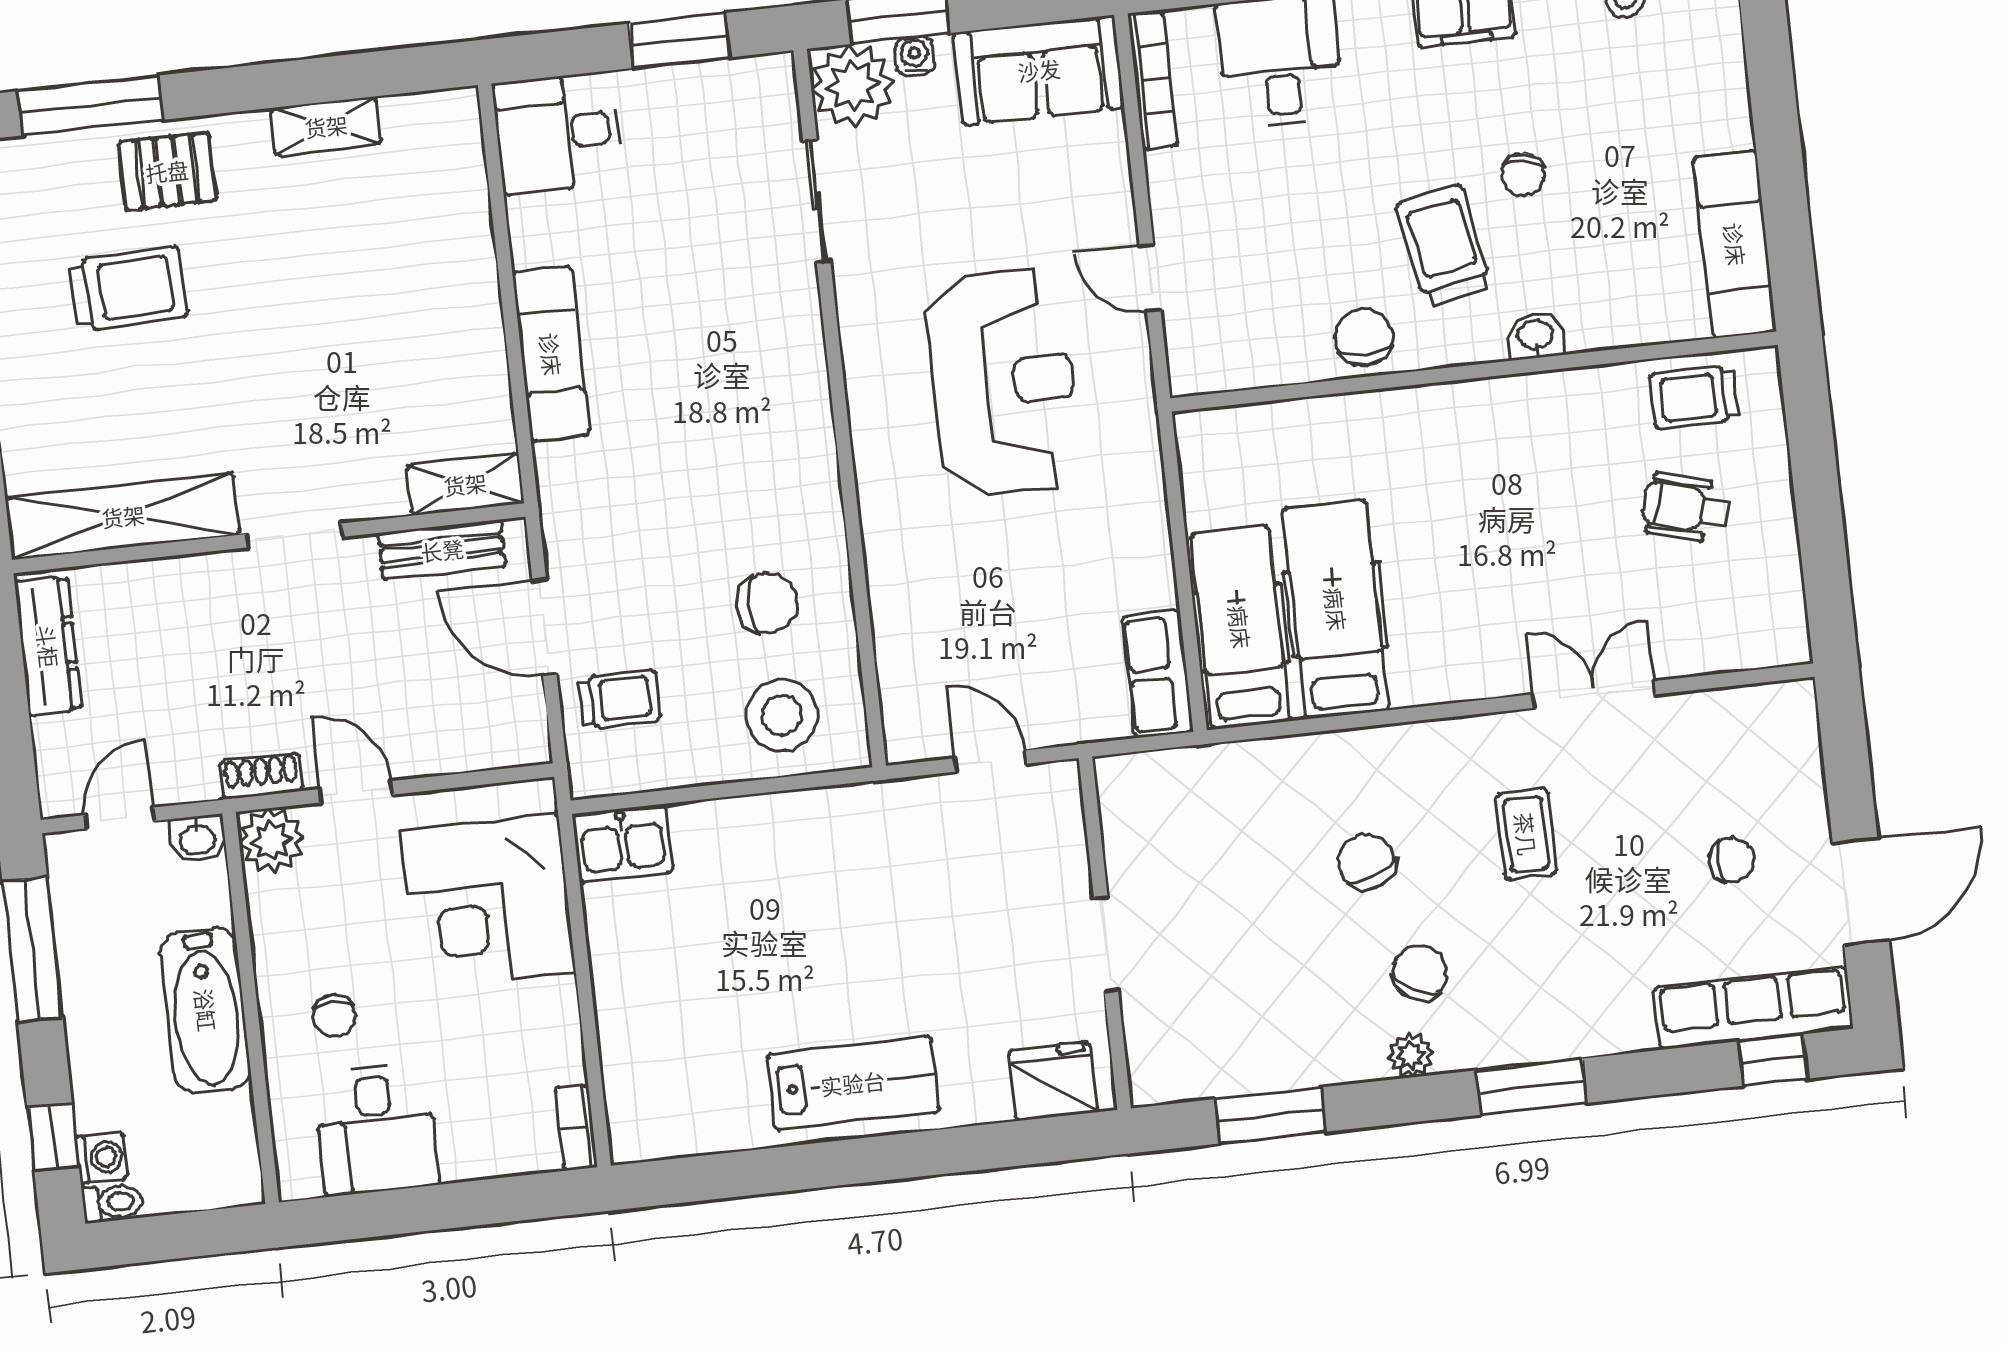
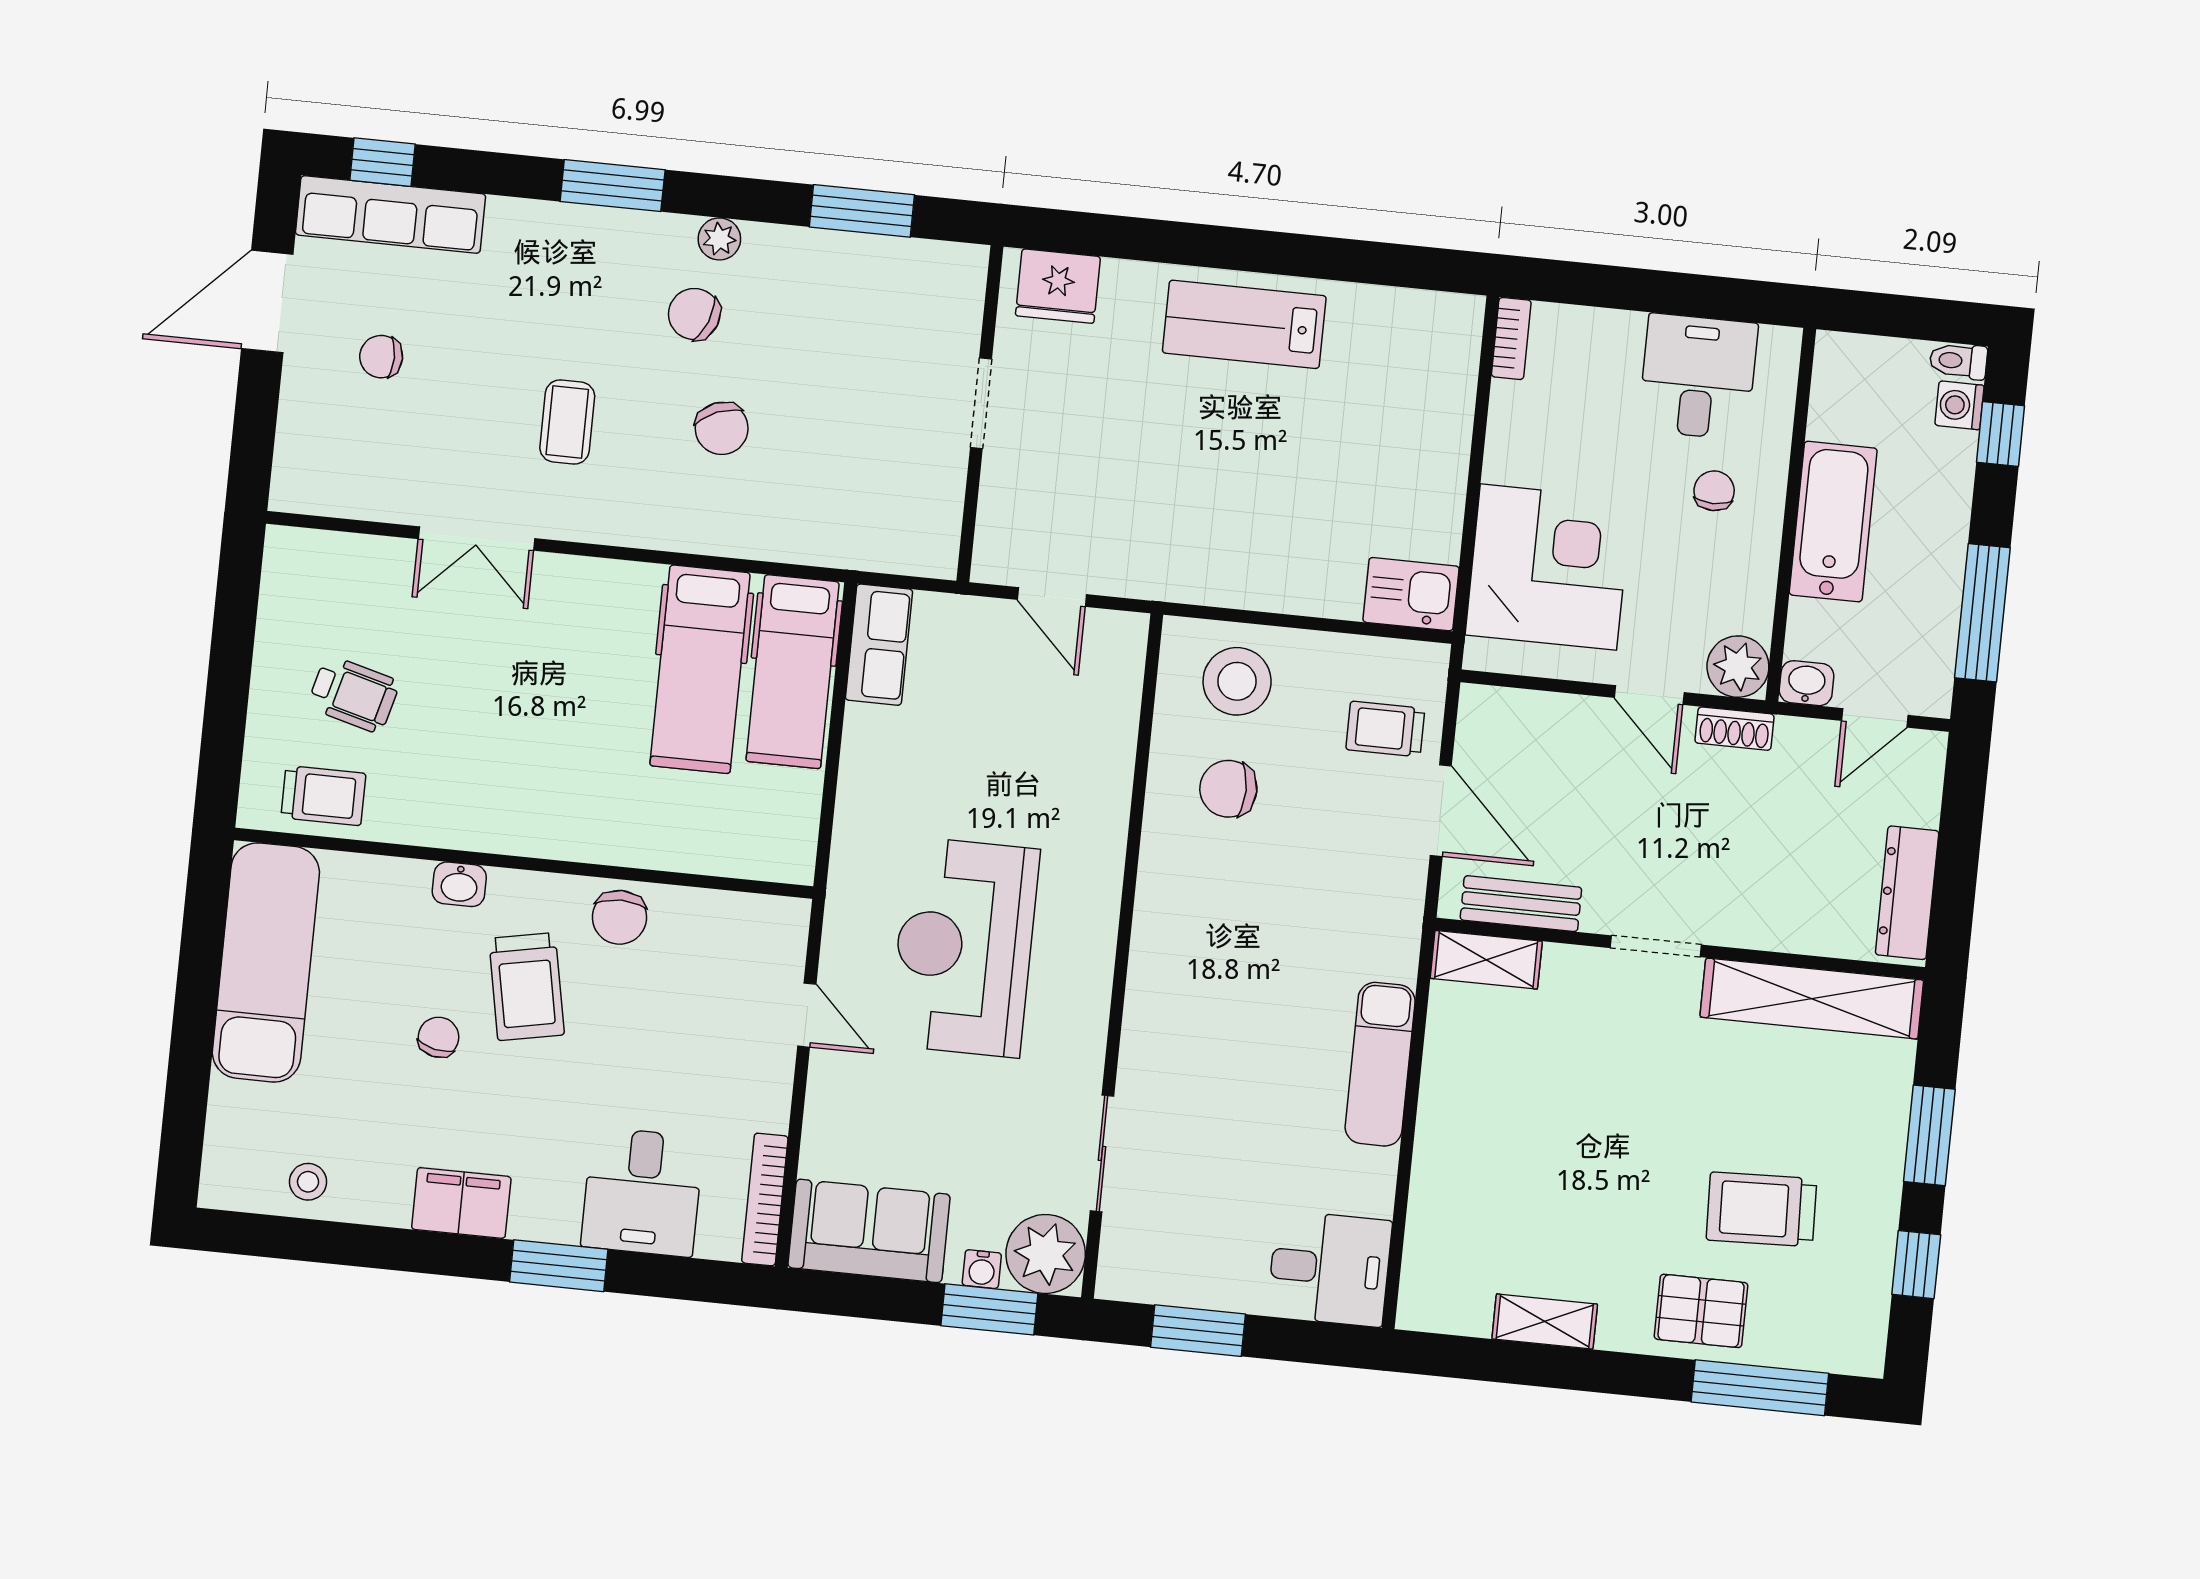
exam couch: (1735, 244) -> (266, 962), width x1.36, depth x1.45
chair: (1420, 973) -> (694, 314), turned 84

